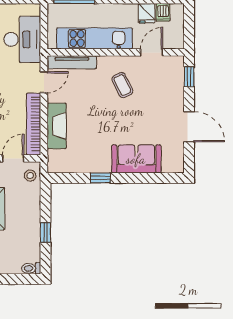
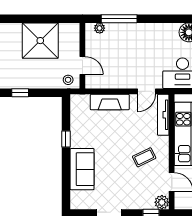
plant: (176, 64) -> (162, 202), added
door: (44, 82) -> (147, 91), hinge flipped
bookcase: (34, 124) -> (111, 83), removed

